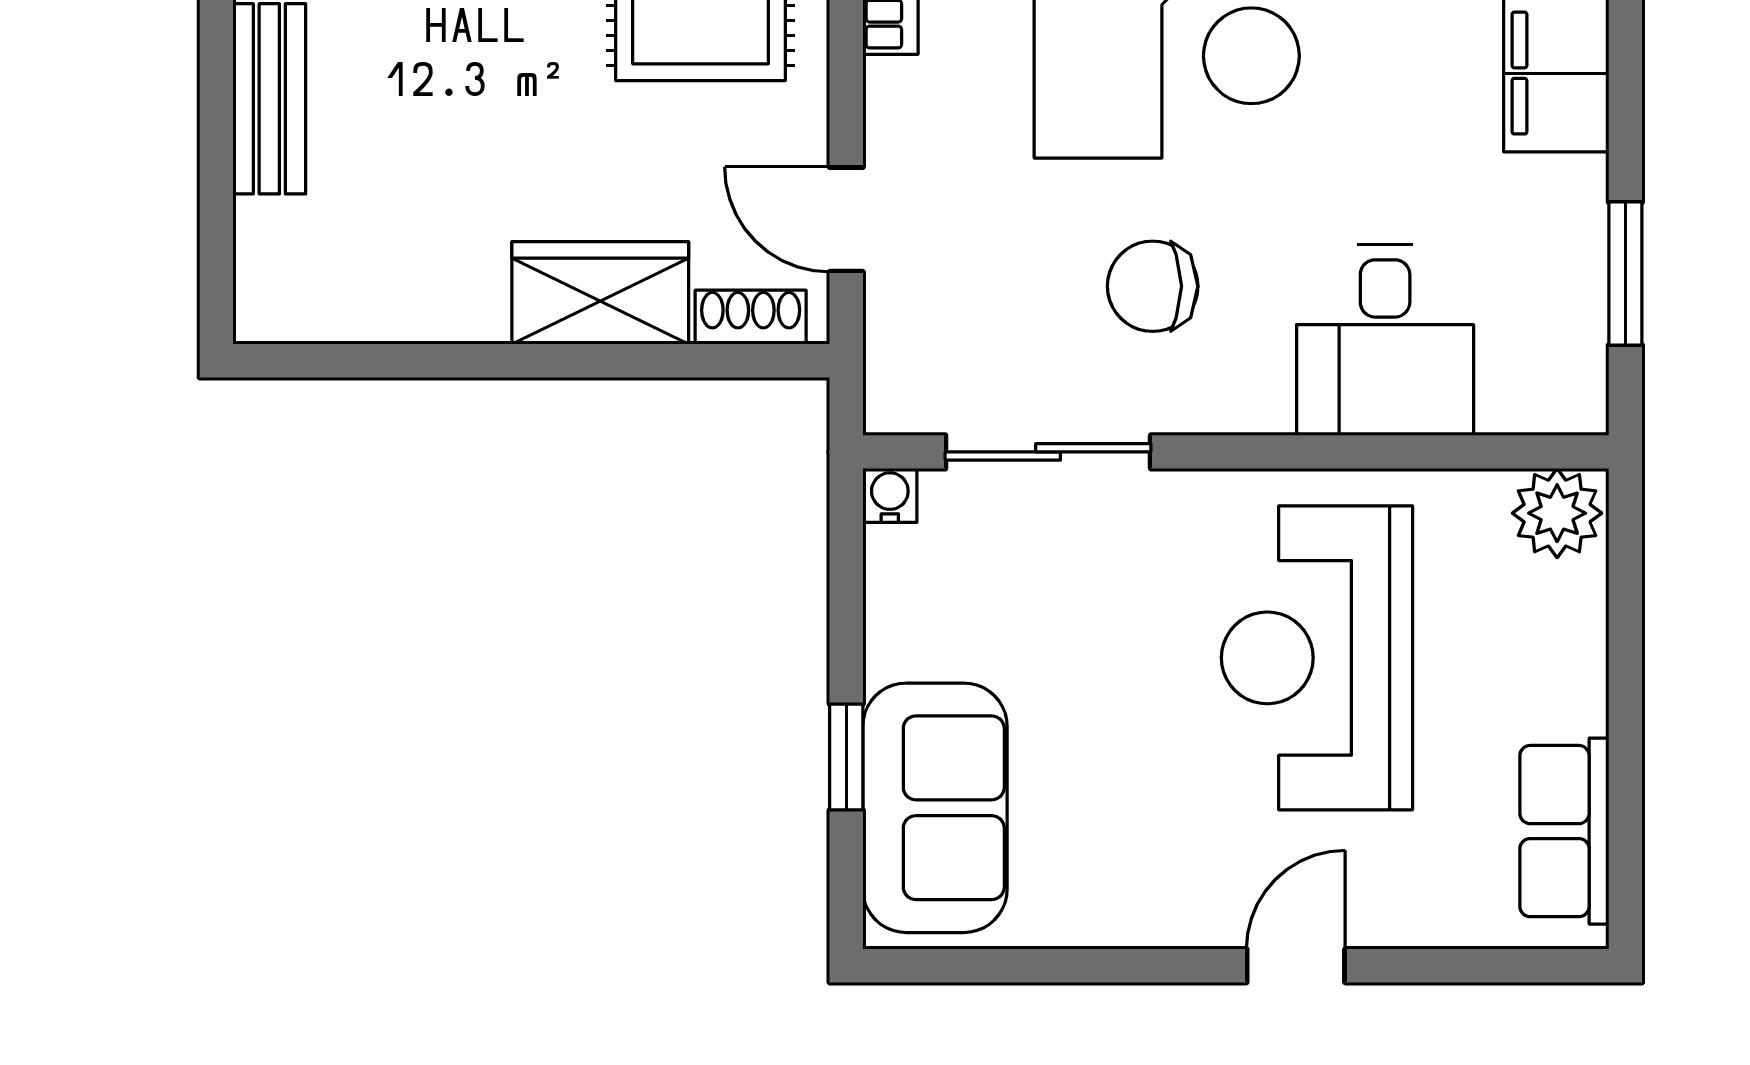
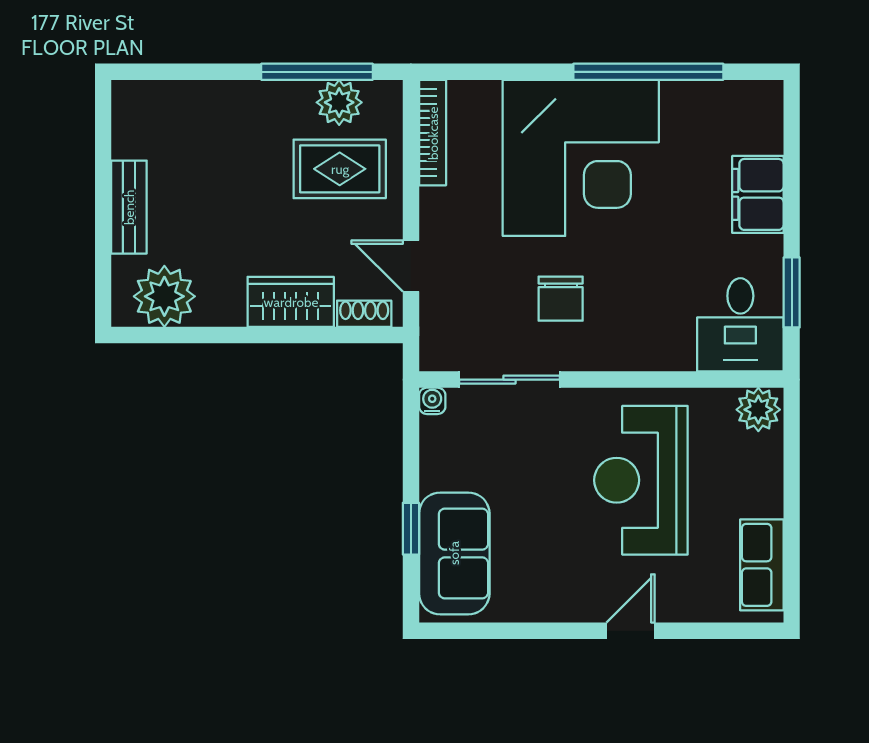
plant: (342, 281) -> (164, 296), added
chair: (1153, 286) -> (561, 299), turned -90
desk: (1385, 340) -> (740, 325), moved

